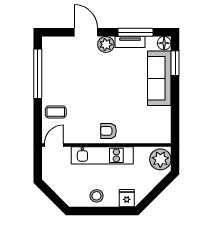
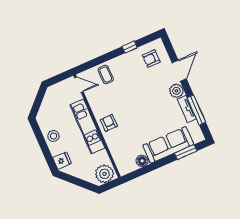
floor lamp: (164, 43) -> (142, 161), moved
armchair: (60, 56) -> (151, 59), added
window: (38, 74) -> (130, 47), width x0.32

